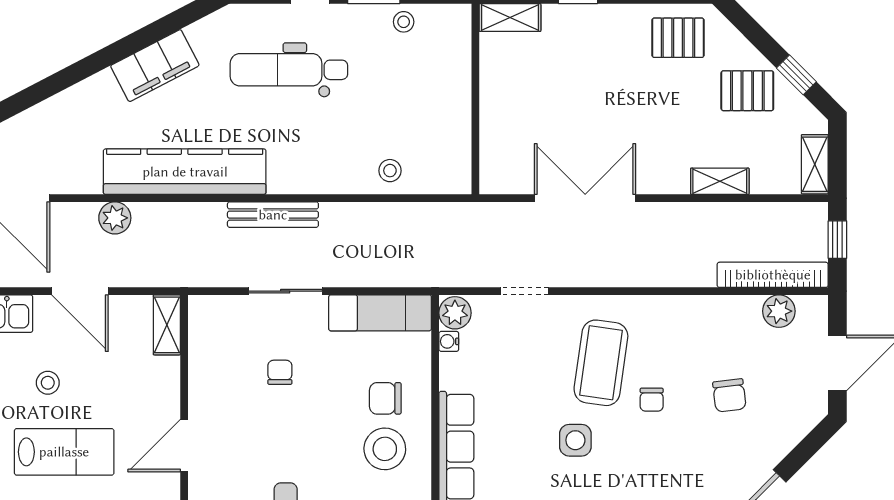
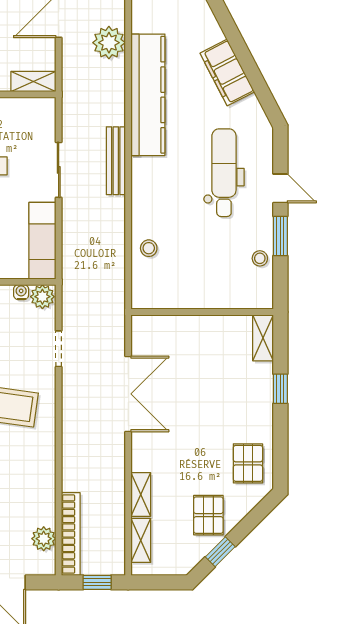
shelving: (815, 164) -> (141, 540), moved, turned 90
plant: (115, 218) -> (109, 43), width x1.36, depth x1.36

